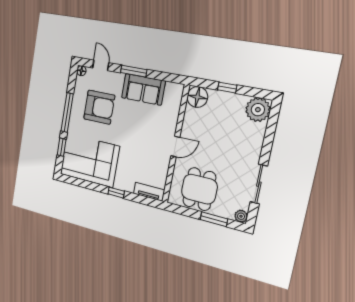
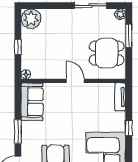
sofa: (143, 89) -> (32, 102), moved
floor lamp: (197, 97) -> (26, 74), width x0.53, depth x0.53

